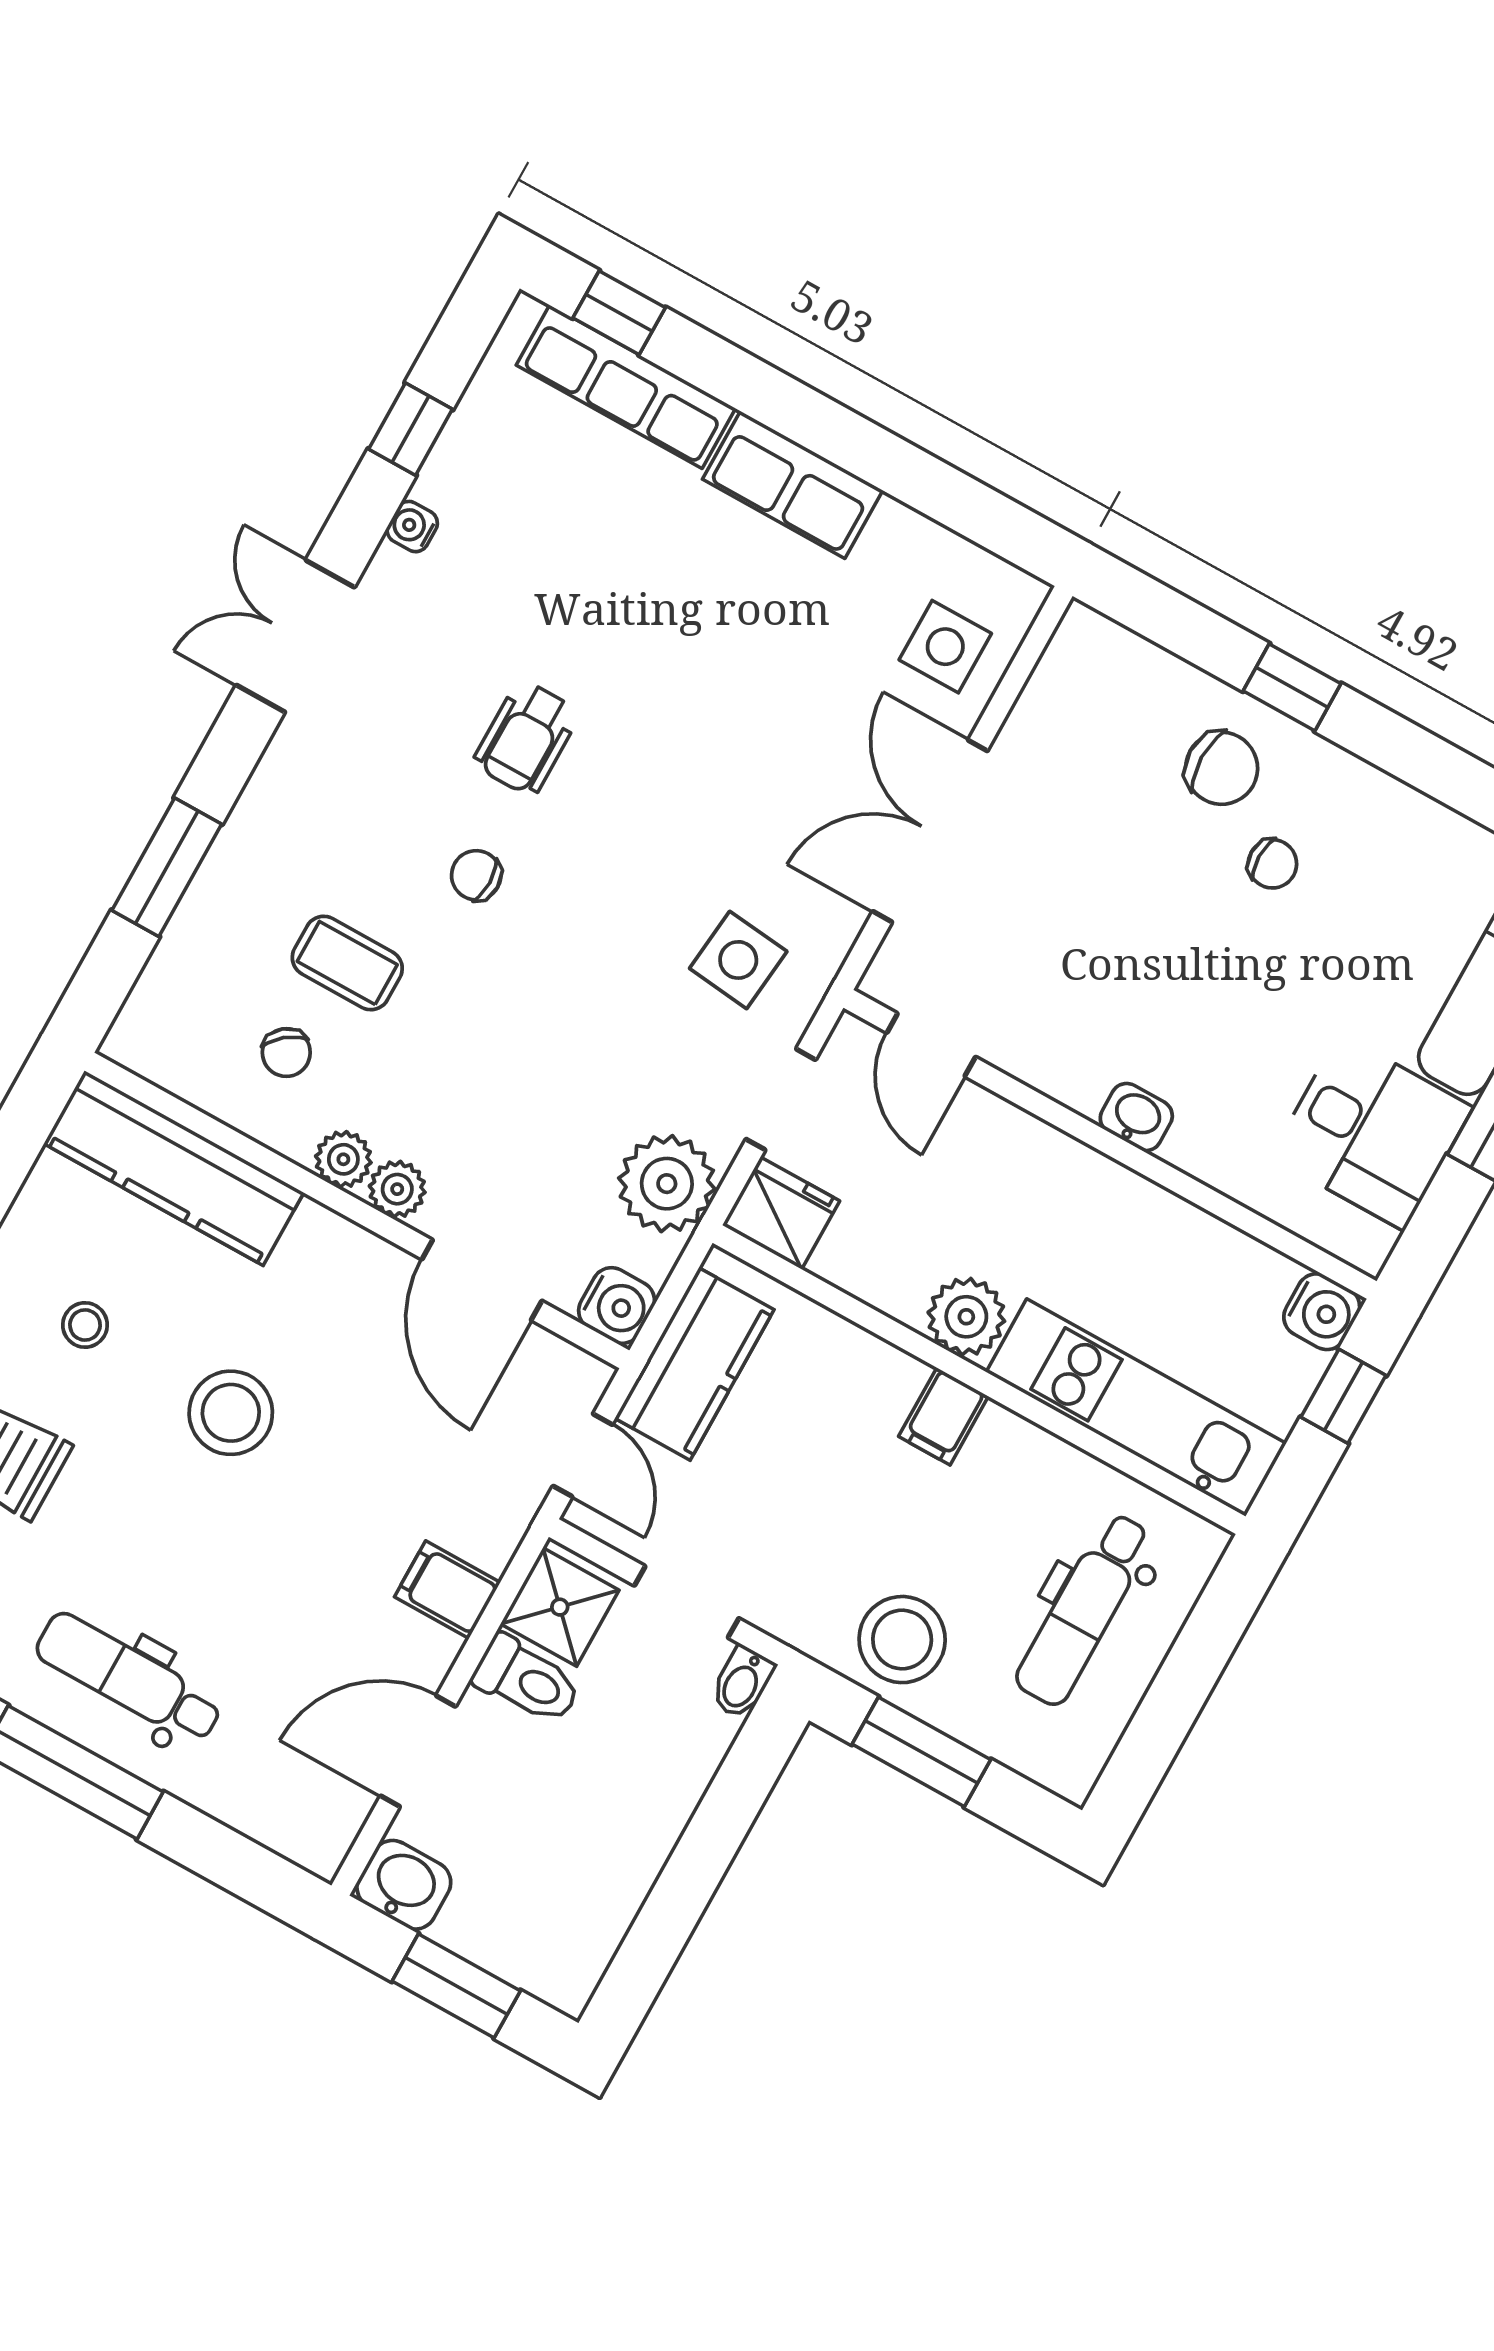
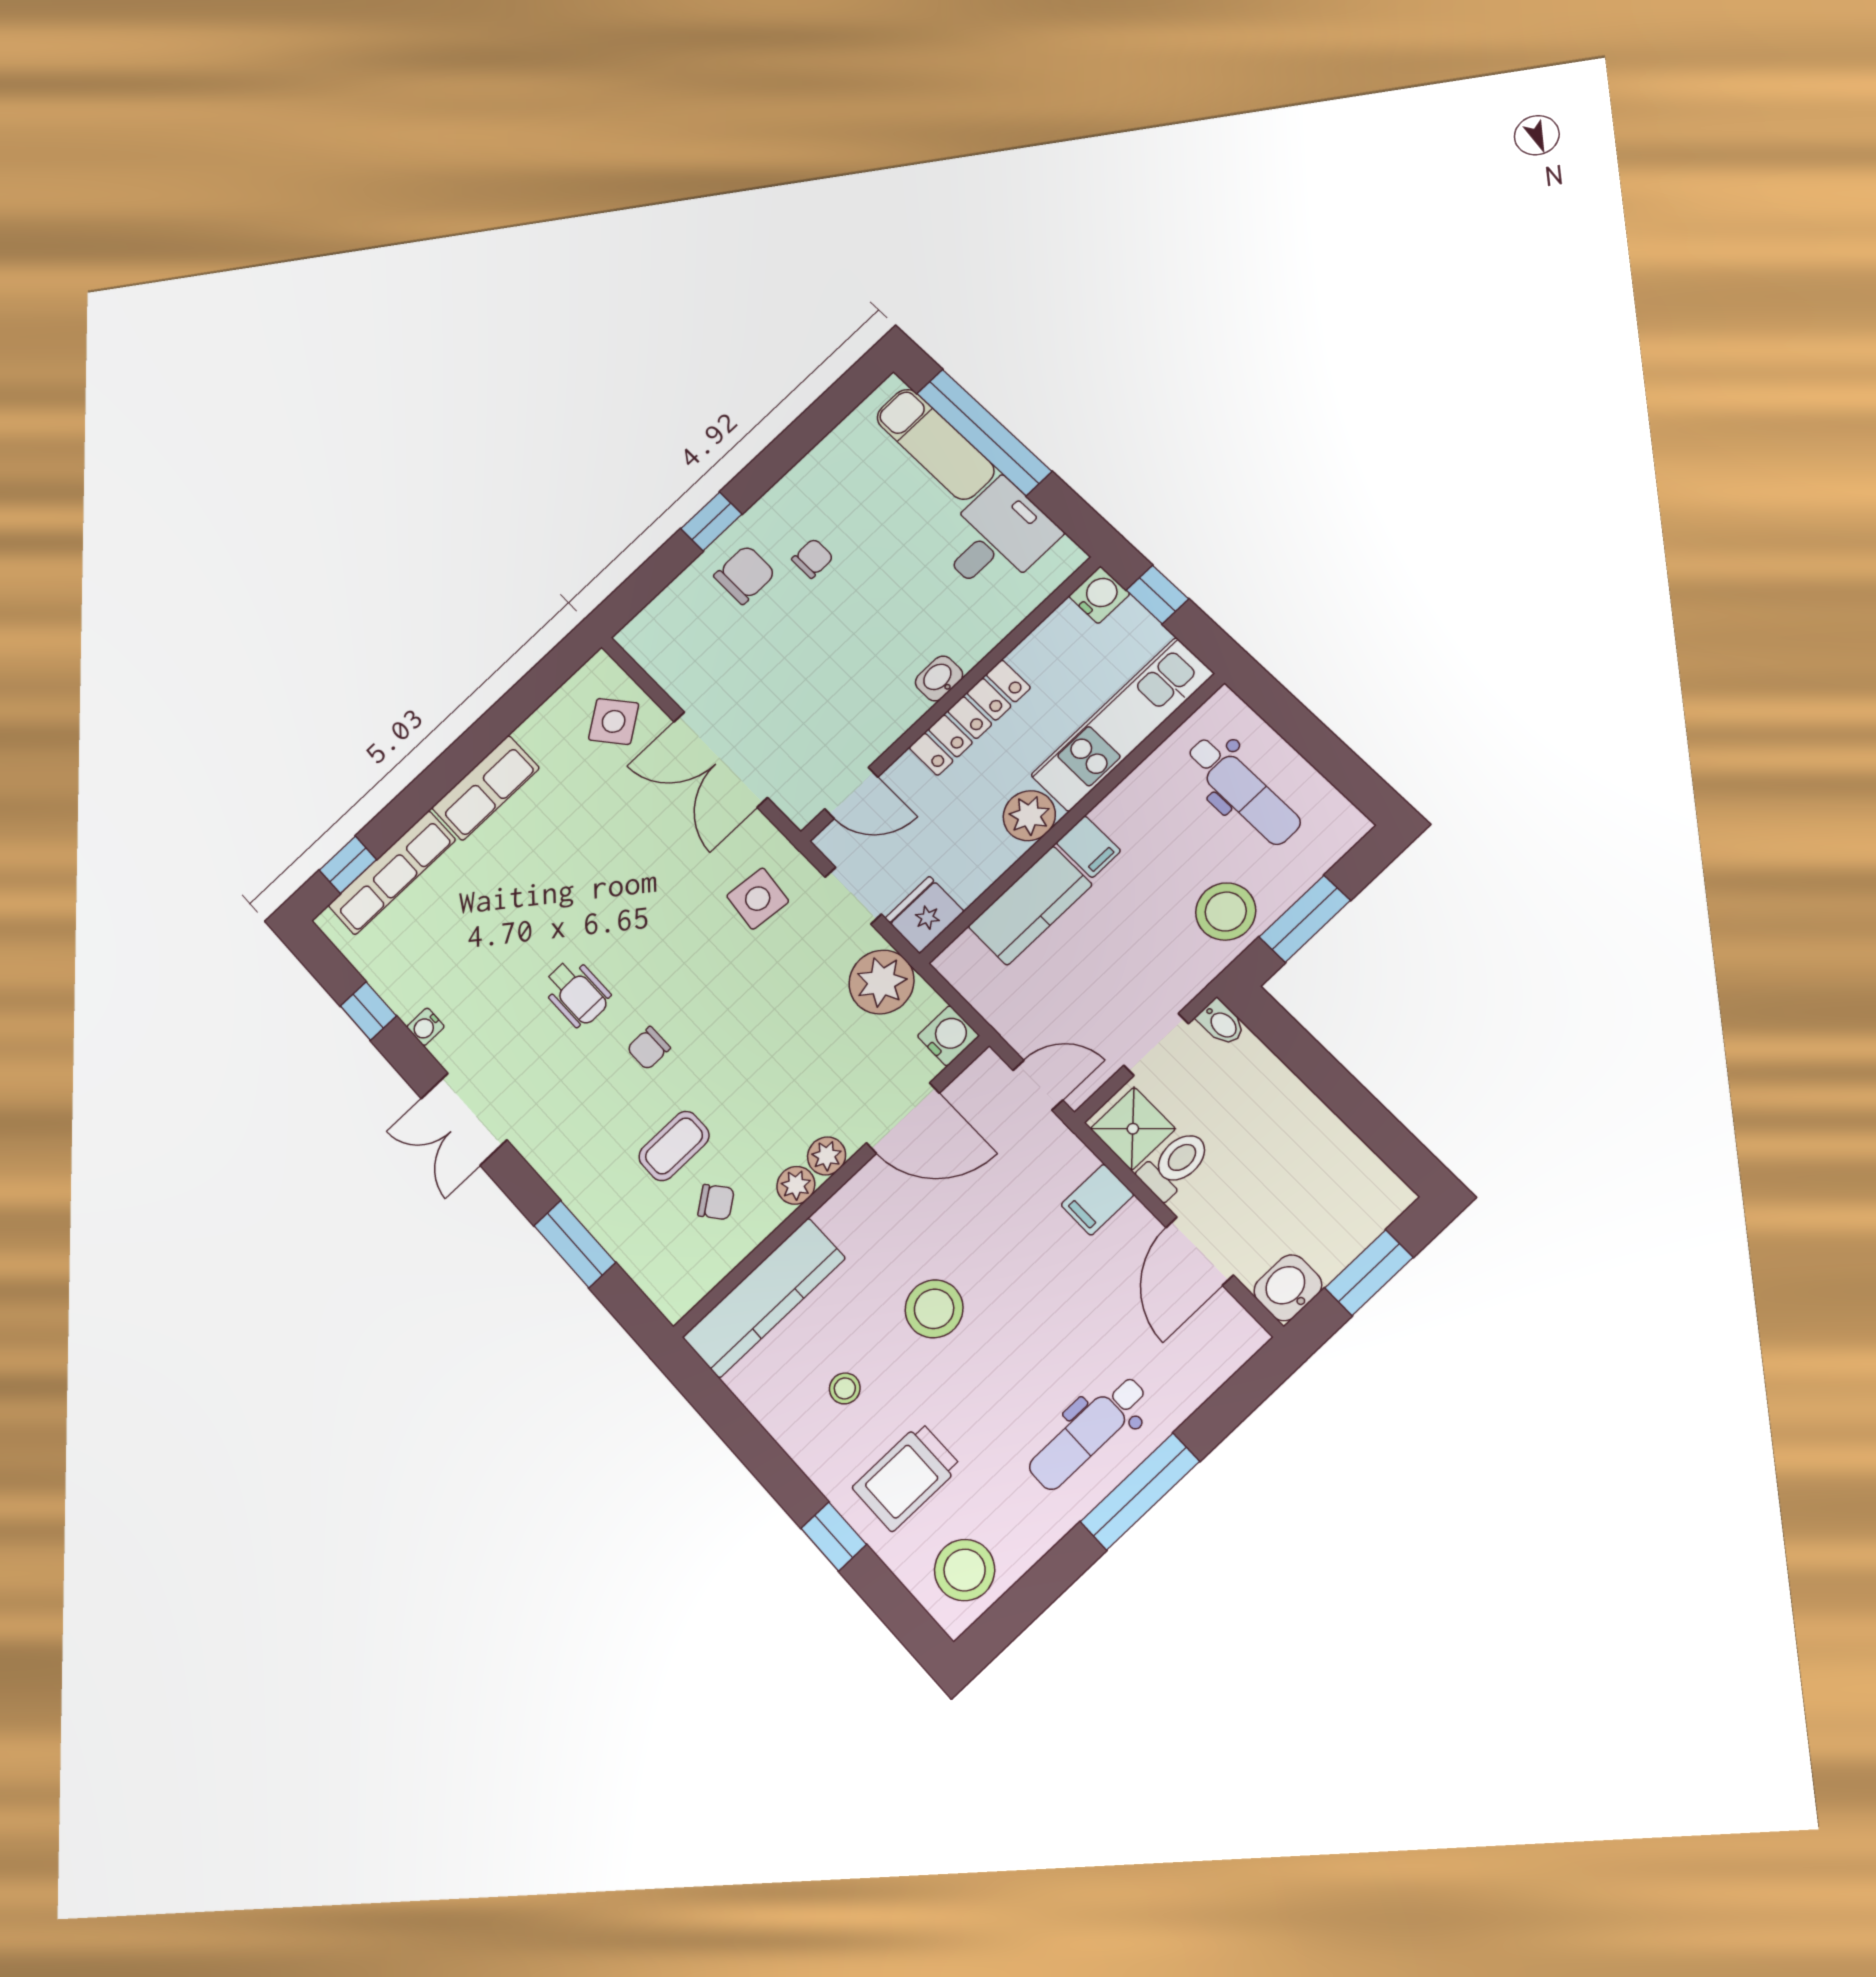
side table: (945, 647) -> (614, 721), turned -37
locker: (1089, 1182) -> (970, 718), added
kitchen counter: (694, 1364) -> (1030, 906), moved, turned 90

